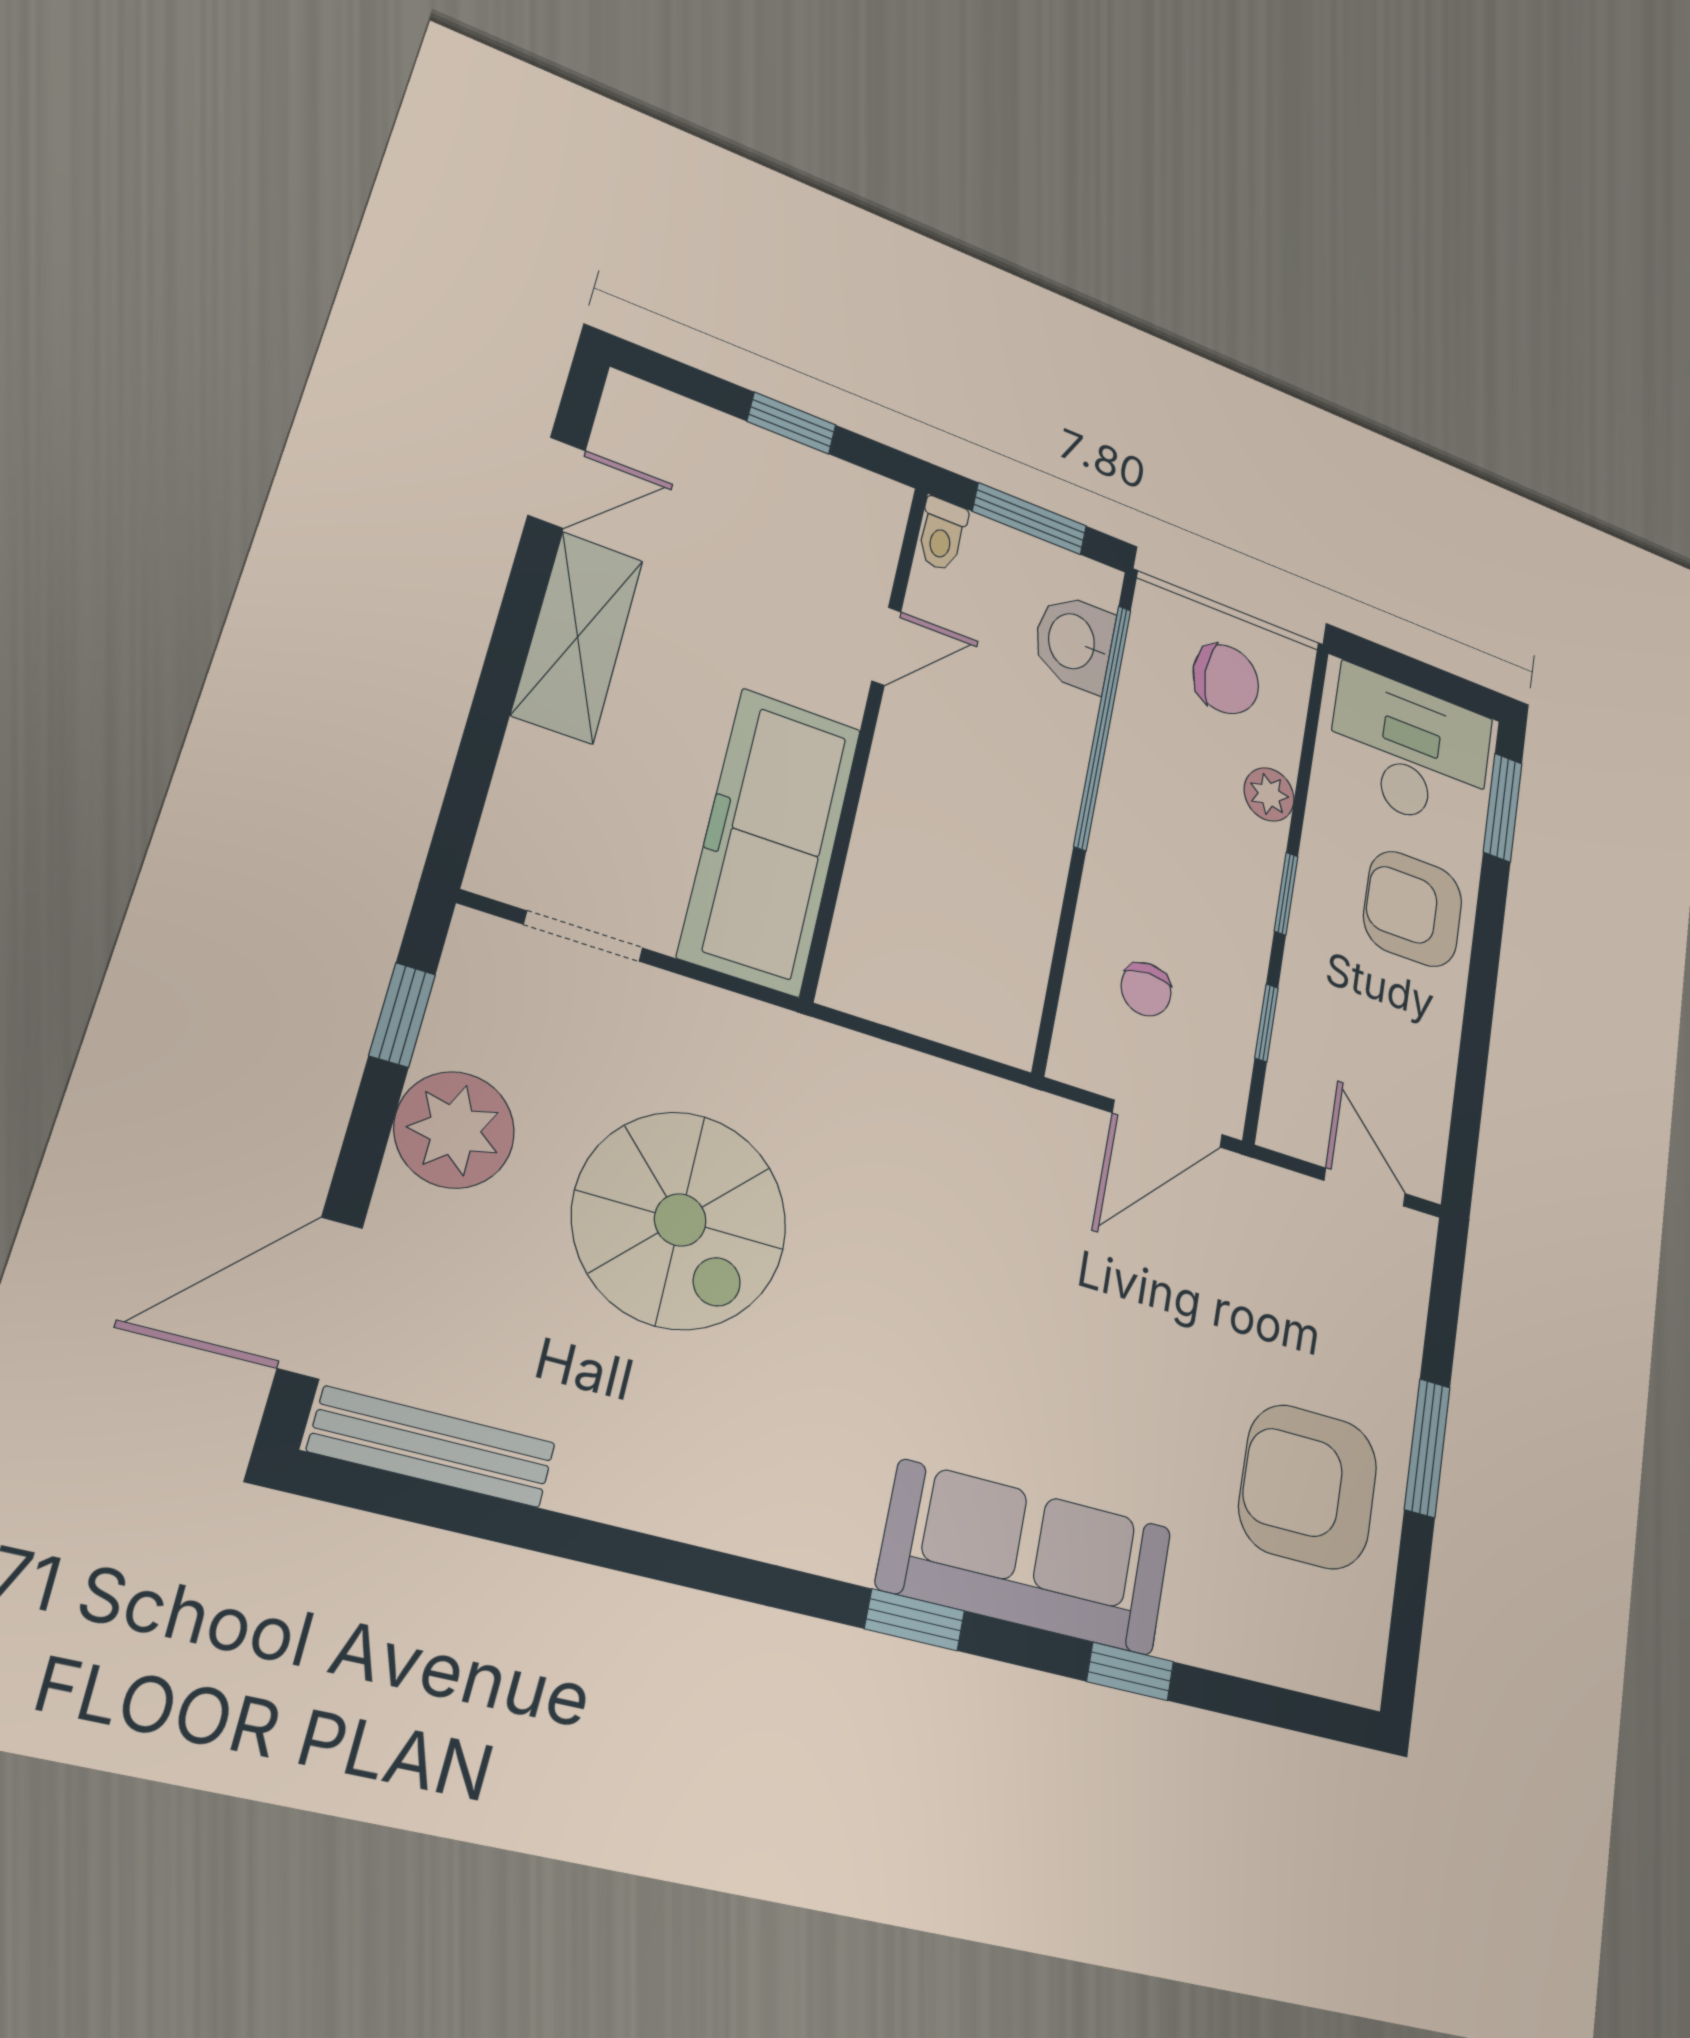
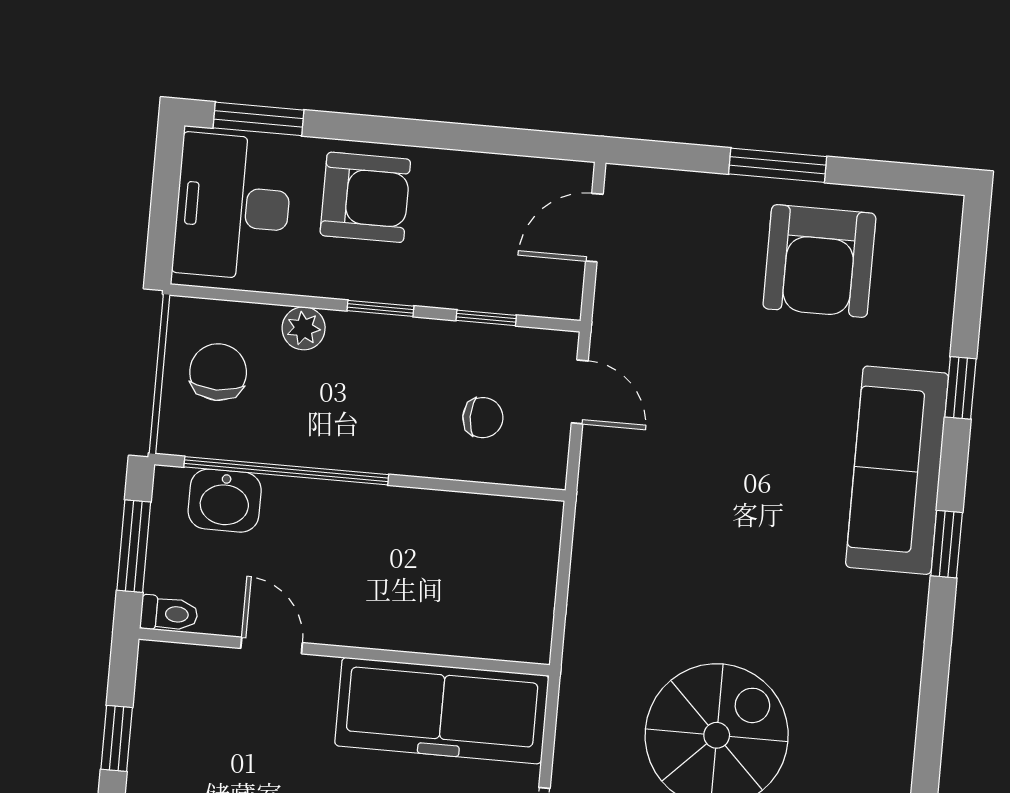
armchair: (1413, 909) -> (365, 197), turned -90
door: (1168, 1124) -> (580, 392), width x0.73

